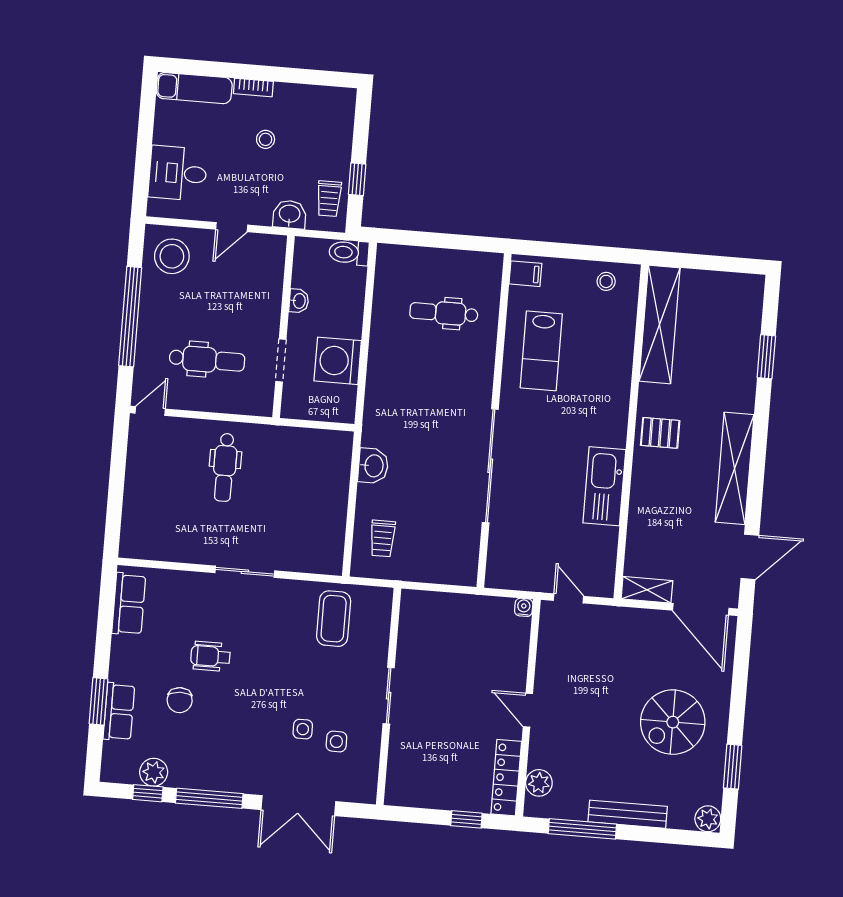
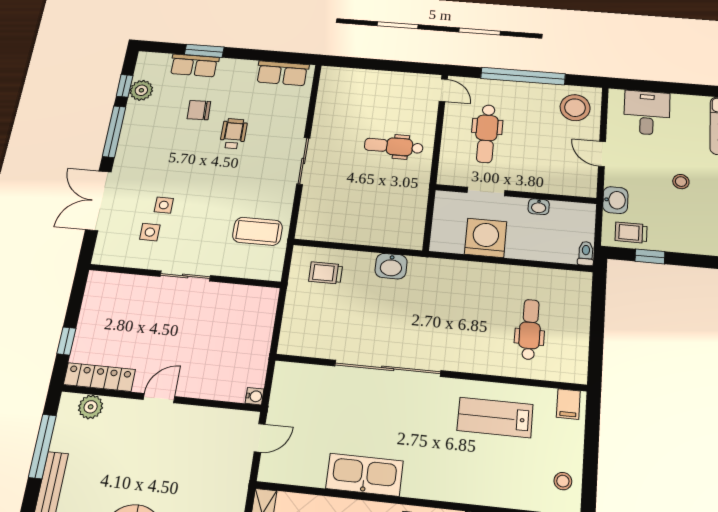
toilet: (349, 253) -> (586, 253), width x0.73, depth x0.72

